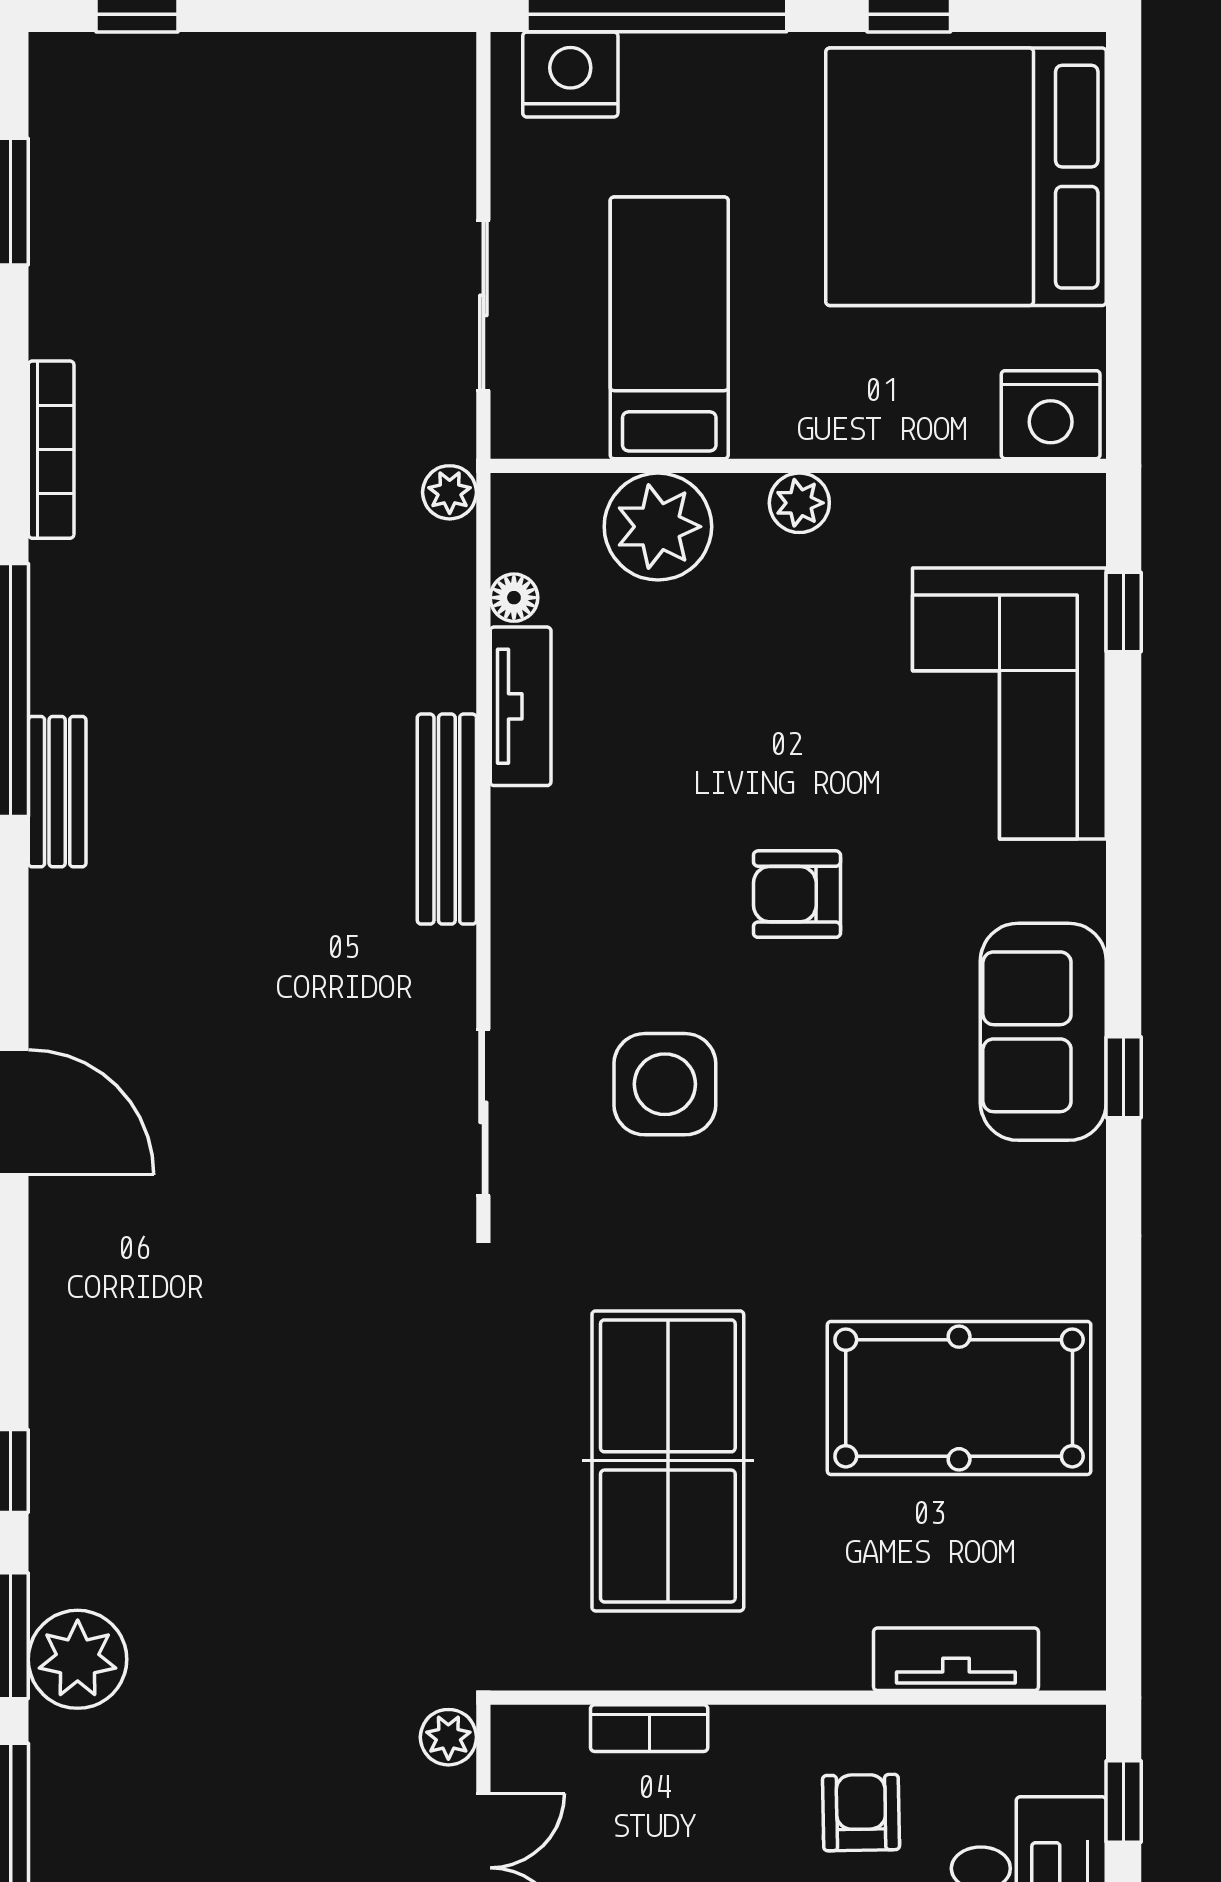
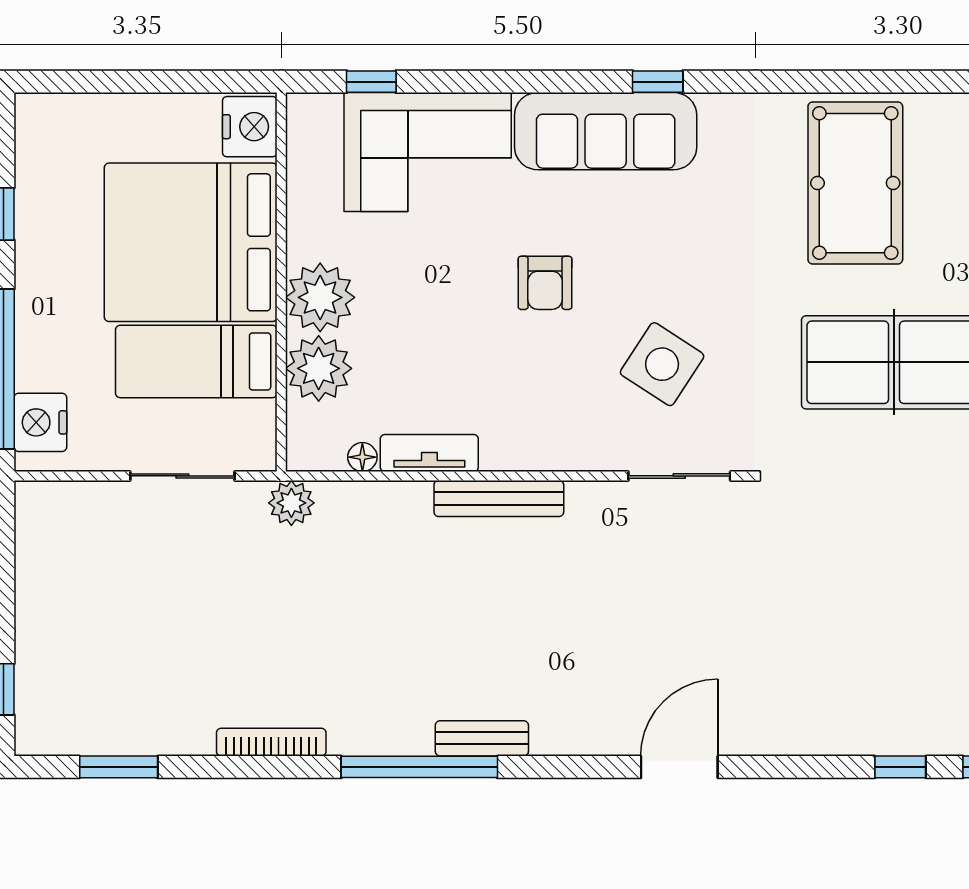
bed: (966, 177) -> (191, 242), moved, turned 90
plant: (450, 492) -> (291, 503), width x1.38, depth x1.38
plant: (799, 503) -> (320, 297), width x1.88, depth x1.88
sofa: (1043, 1032) -> (606, 131), width x1.36
side table: (665, 1084) -> (662, 364), turned 33

